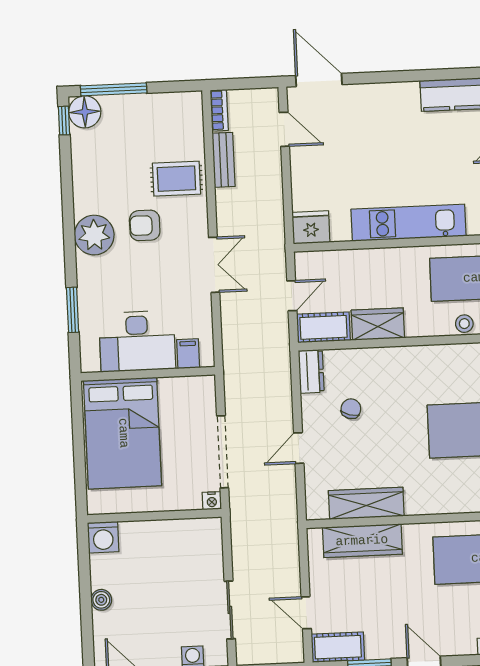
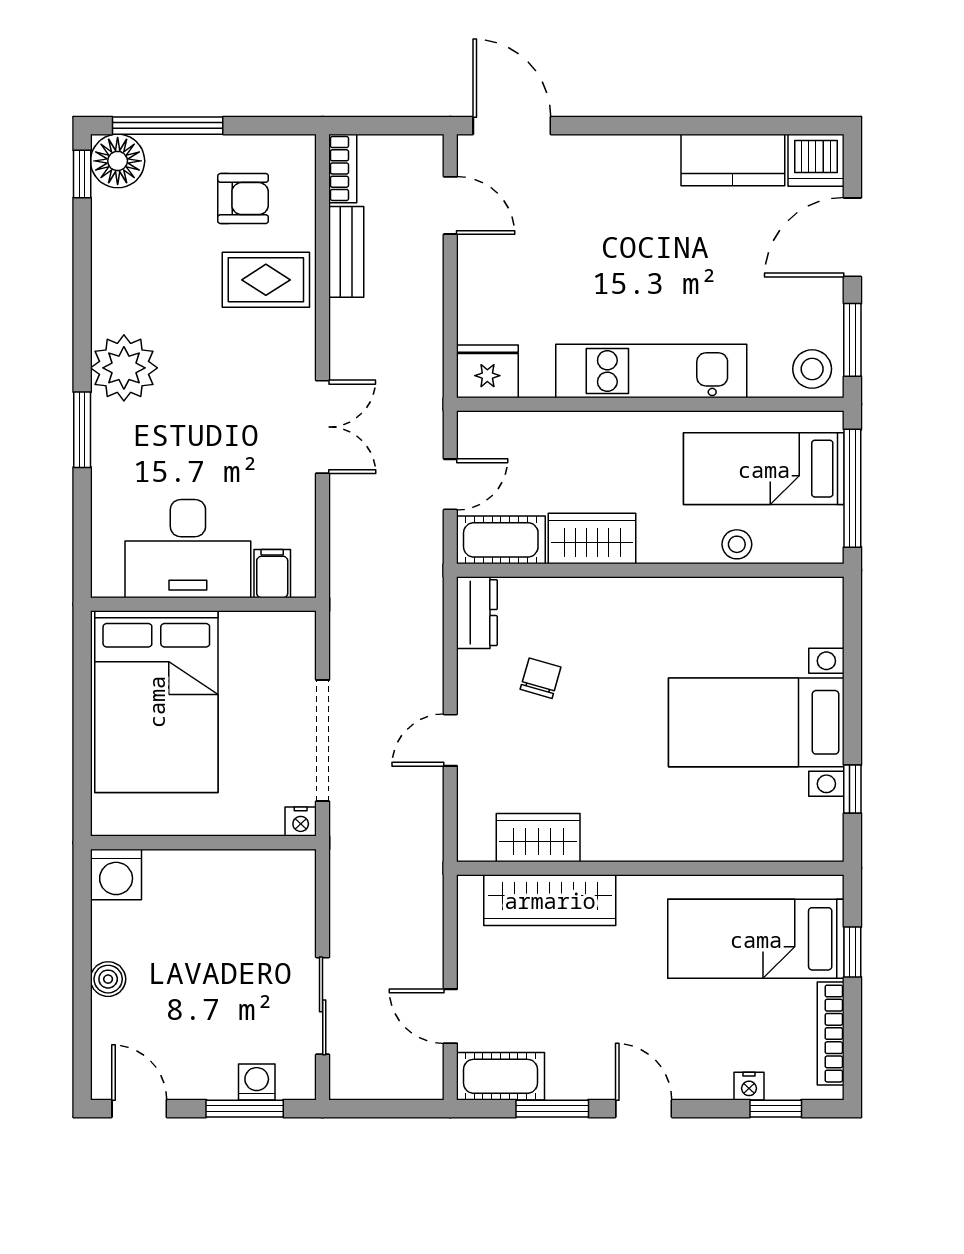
armchair: (145, 225) -> (243, 199), moved, turned 180
window: (73, 310) -> (82, 430), moved
wardrobe: (366, 503) -> (538, 838), width x0.67

